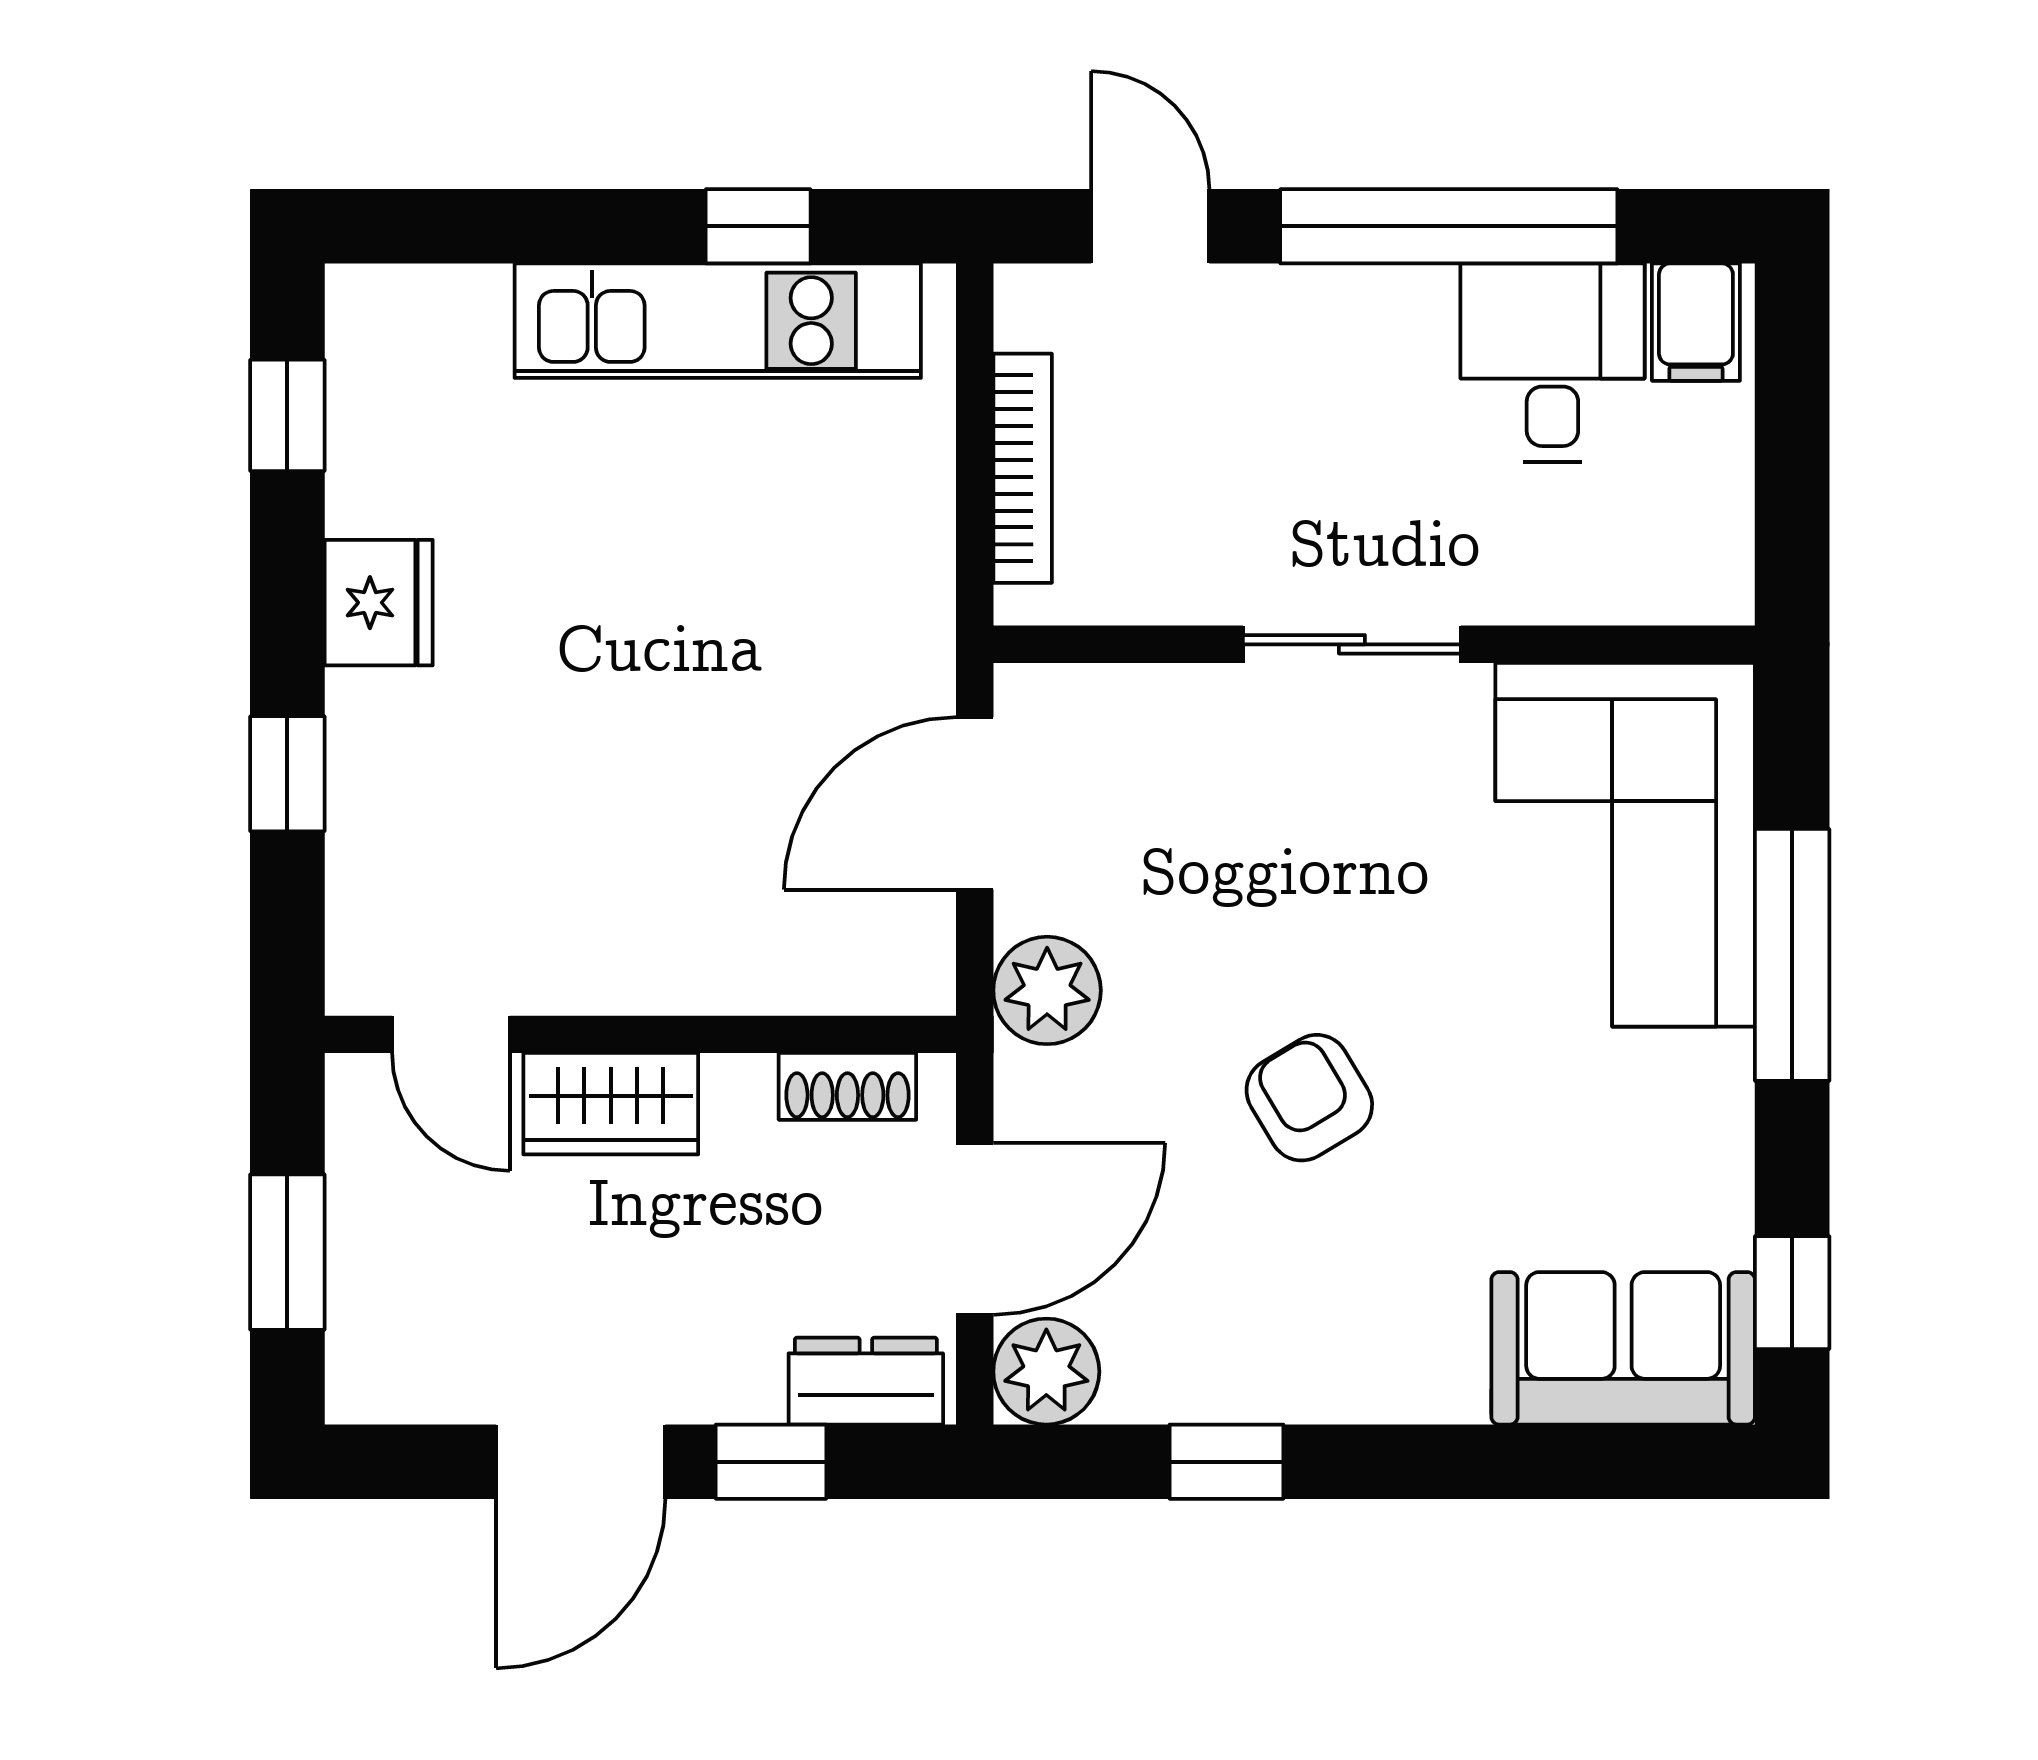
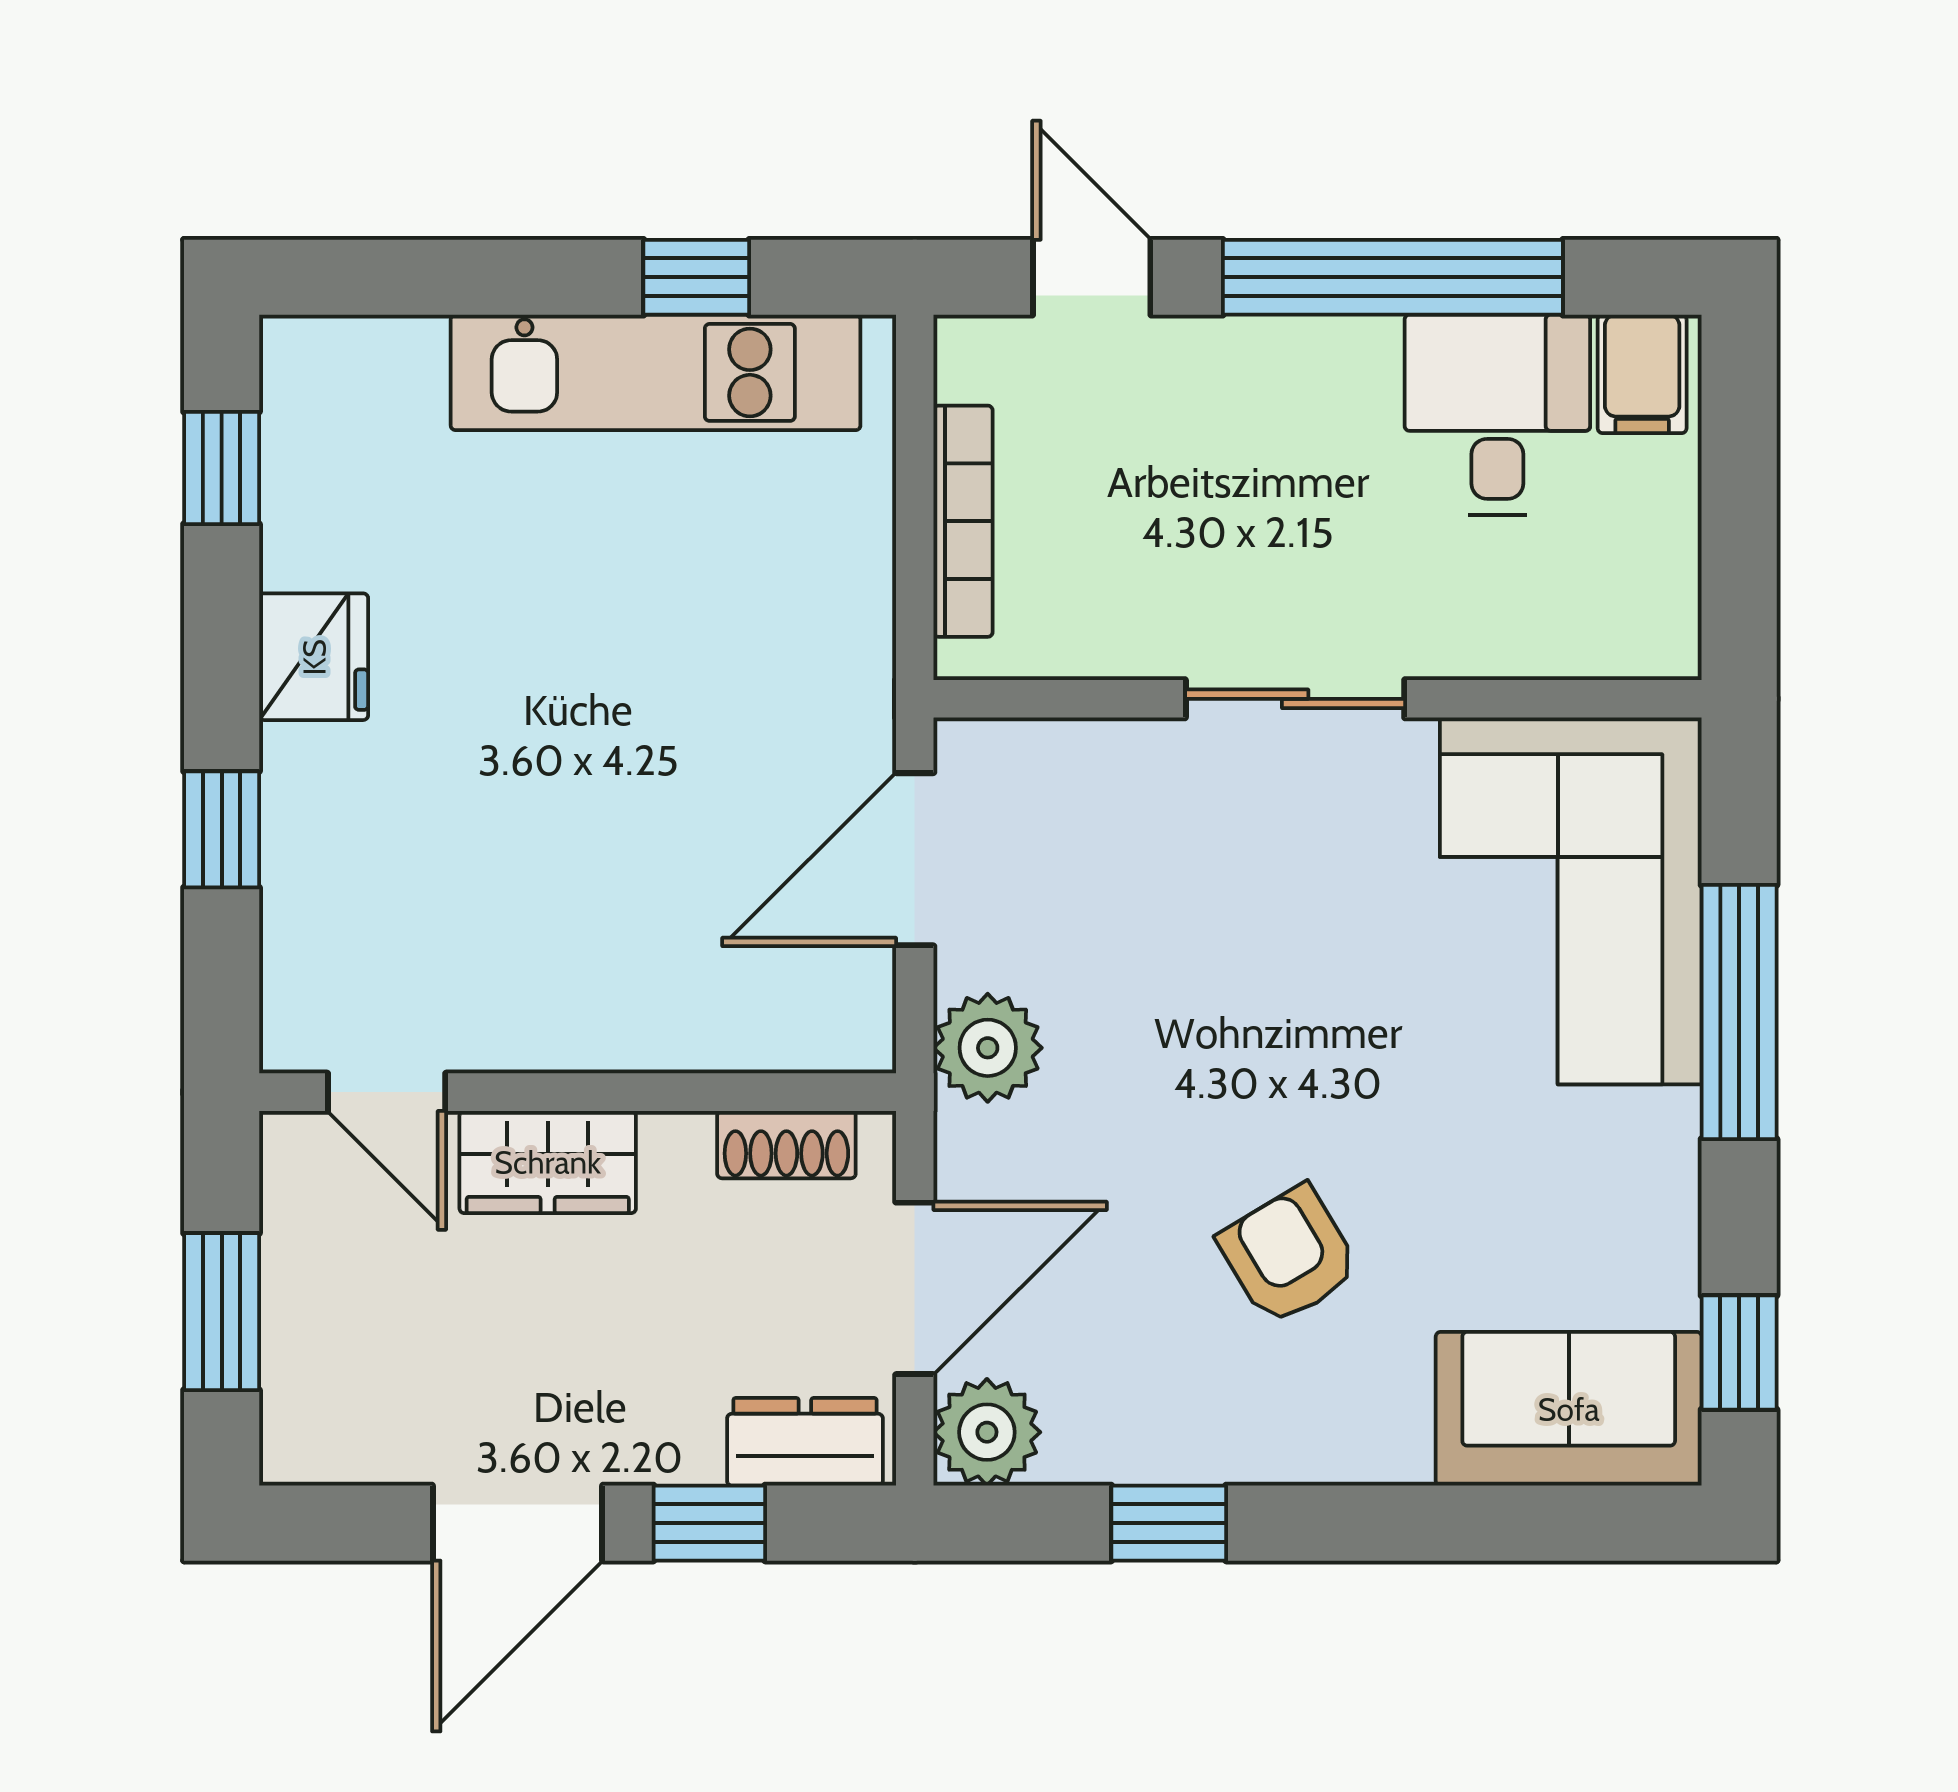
armchair: (1309, 1098) -> (1289, 1255), moved

